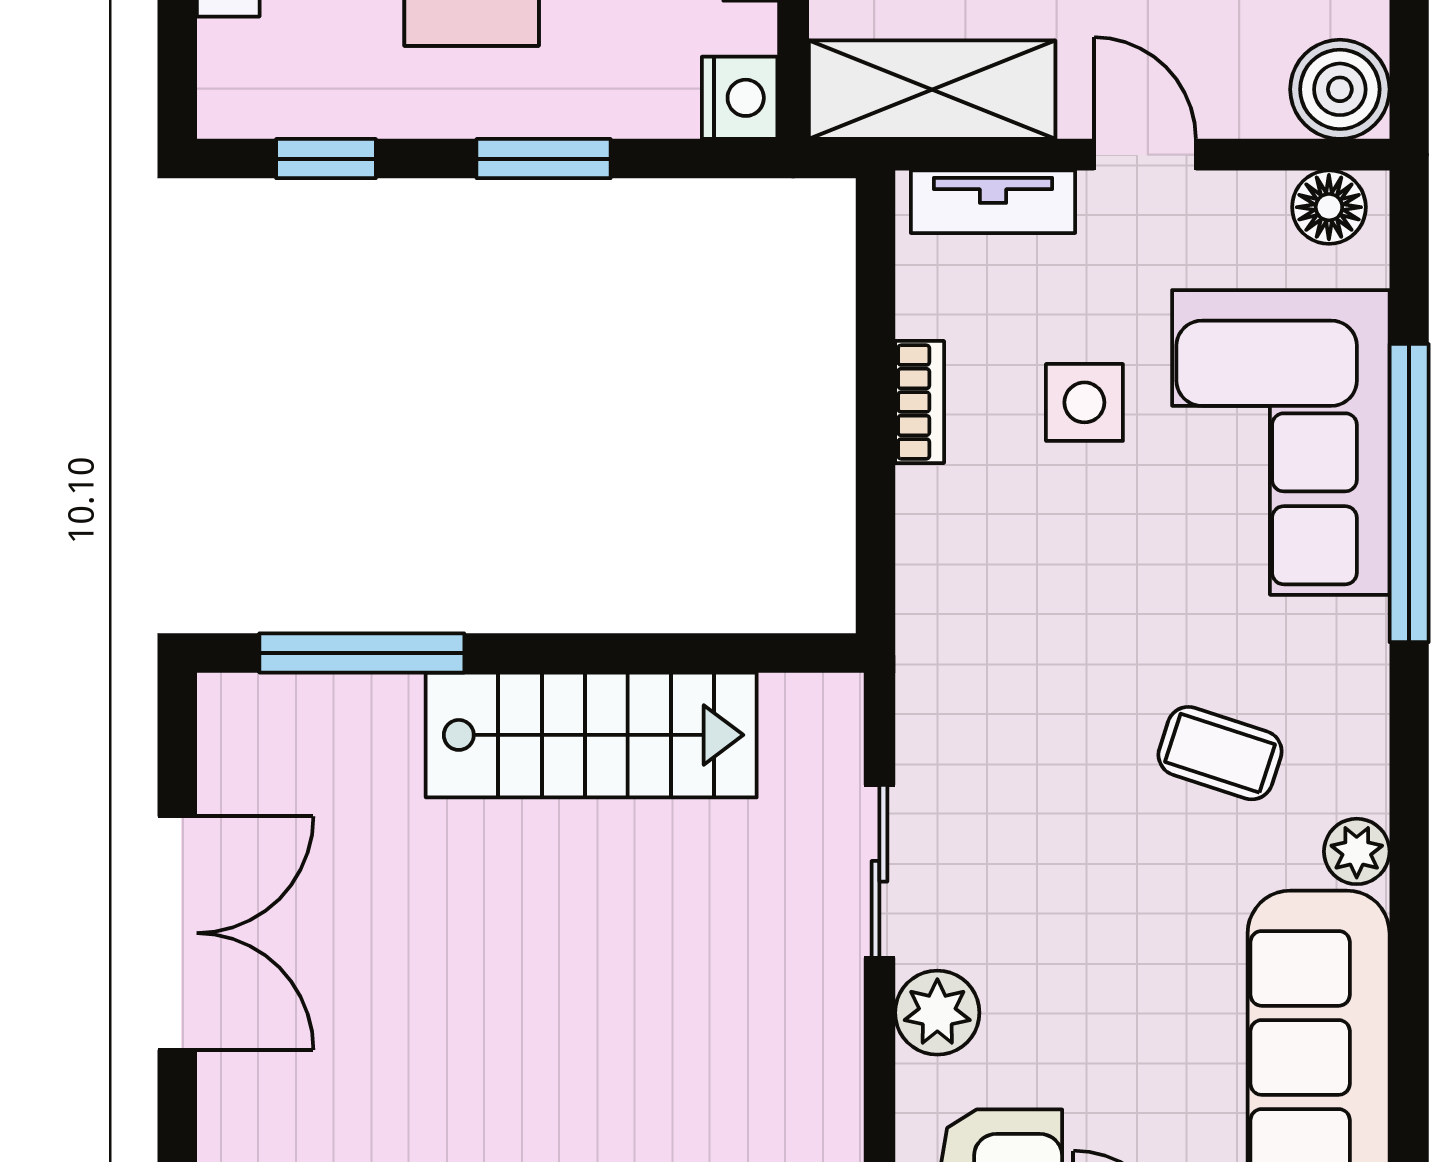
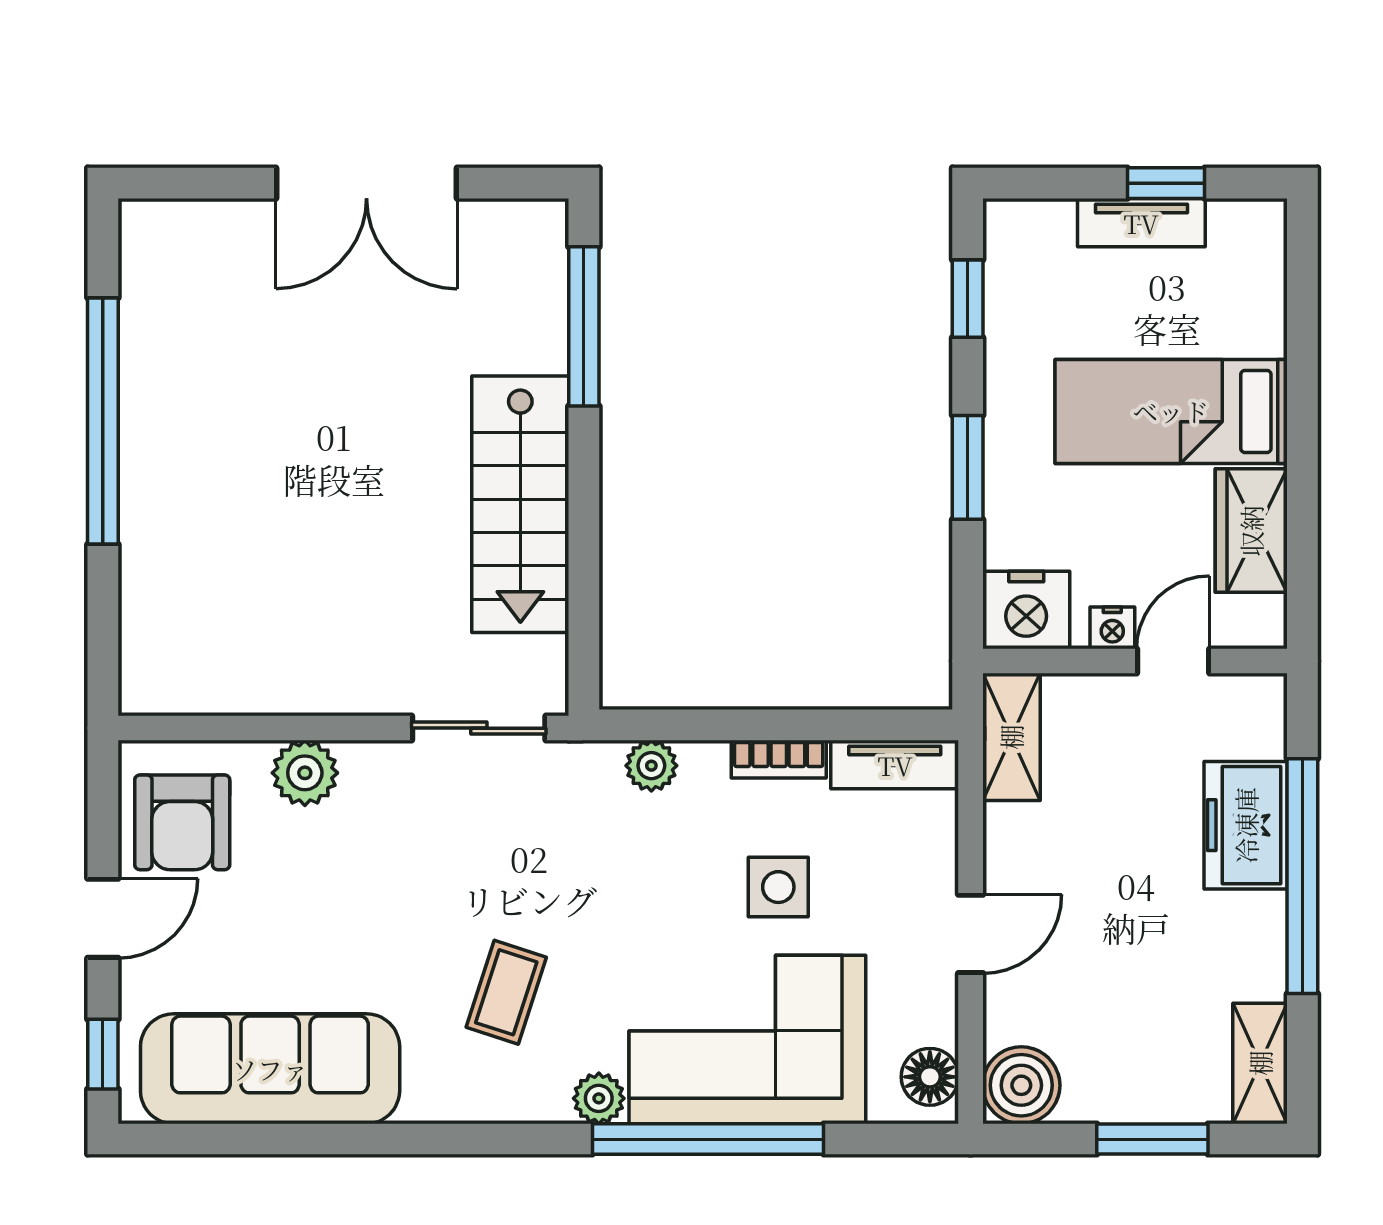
shelving: (932, 90) -> (1011, 737), width x0.67, depth x0.75
nightstand: (740, 98) -> (1026, 610), width x1.36, depth x1.33
tv unit: (993, 202) -> (895, 765), moved, turned -90
plant: (928, 566) -> (651, 766), added
plant: (1357, 851) -> (599, 1098), moved
sliding door: (879, 871) -> (479, 728), moved

